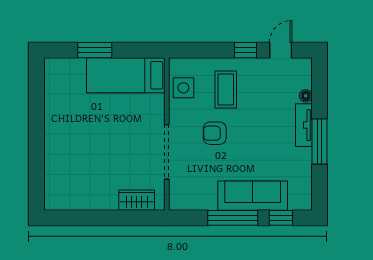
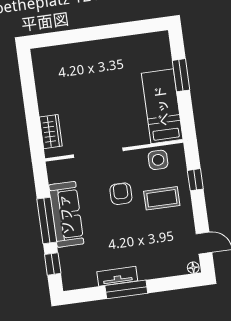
window: (245, 50) -> (195, 180), moved
floor lamp: (306, 96) -> (193, 268), moved
tv unit: (304, 125) -> (117, 276), moved
sofa: (253, 196) -> (66, 214), moved

